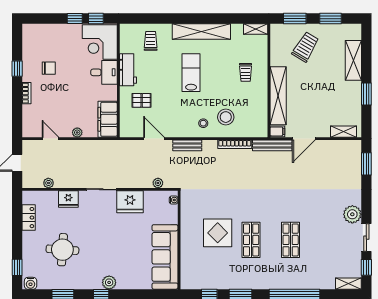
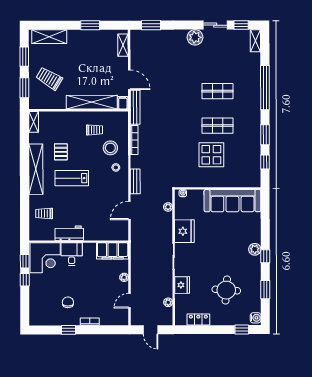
shelving: (353, 60) -> (49, 37), moved
trolley: (246, 72) -> (94, 130), moved
pallet: (142, 100) -> (61, 152), moved

